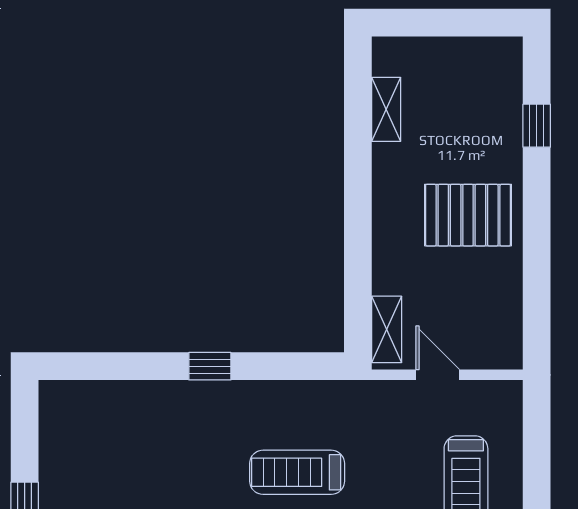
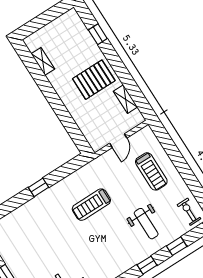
shelving: (387, 329) -> (125, 99), moved
door: (438, 375) -> (118, 141), swing flipped

